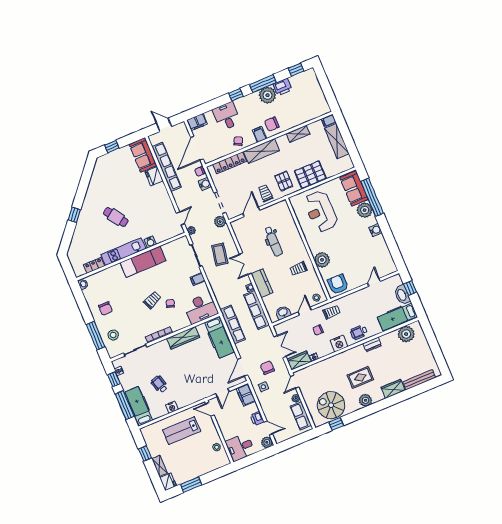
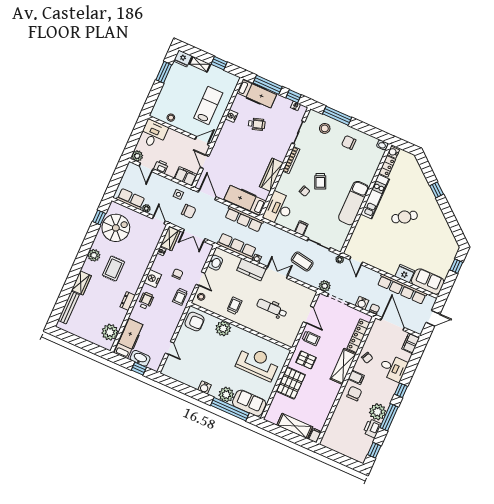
shelving: (298, 134) -> (328, 405), removed
water cooler: (150, 242) -> (393, 152), moved
door: (268, 428) -> (146, 167), hinge flipped

